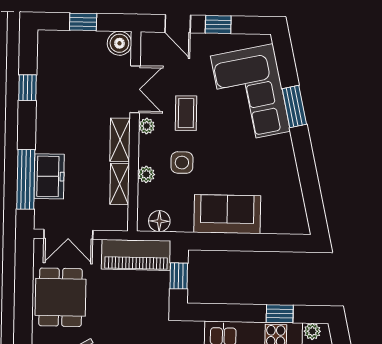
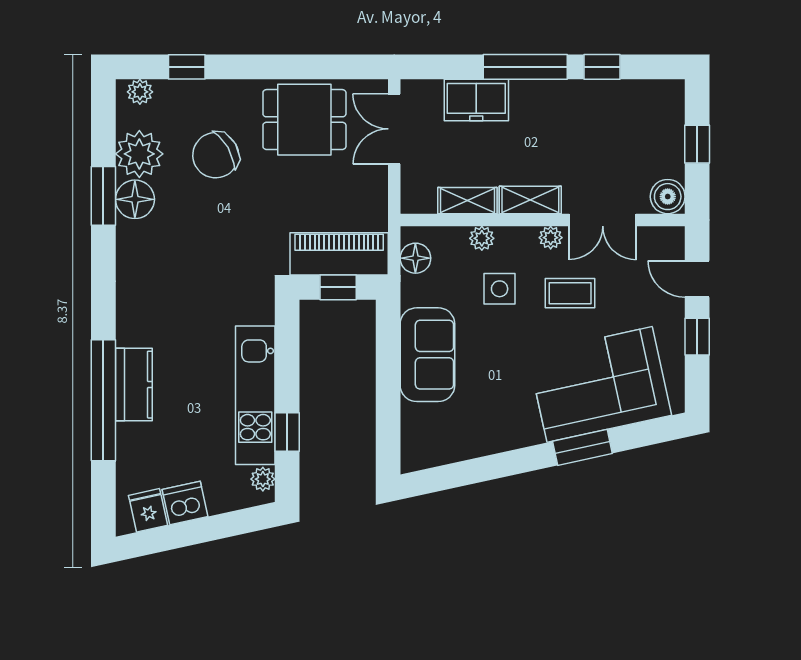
door: (178, 24) -> (697, 279), hinge flipped
window: (26, 179) -> (525, 67), moved
piano: (136, 255) -> (339, 254), moved, turned 90

